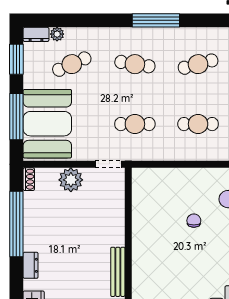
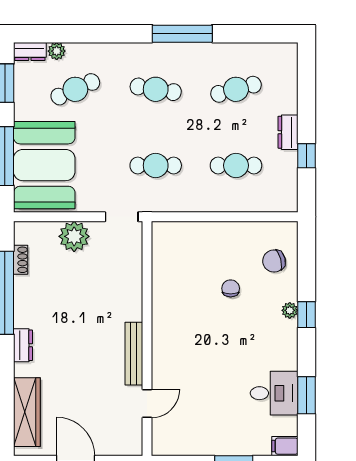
shoe rack: (29, 179) -> (21, 260), moved

